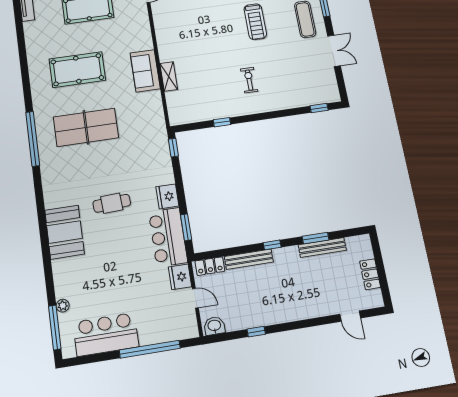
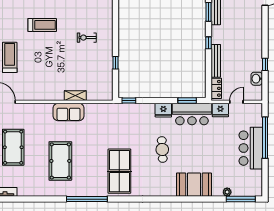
table tennis table: (86, 127) -> (119, 171), moved
window: (33, 139) -> (87, 199), moved
booth: (64, 232) -> (194, 185), moved
washbasin: (214, 326) -> (257, 79), moved
bar counter: (106, 334) -> (251, 148), moved

